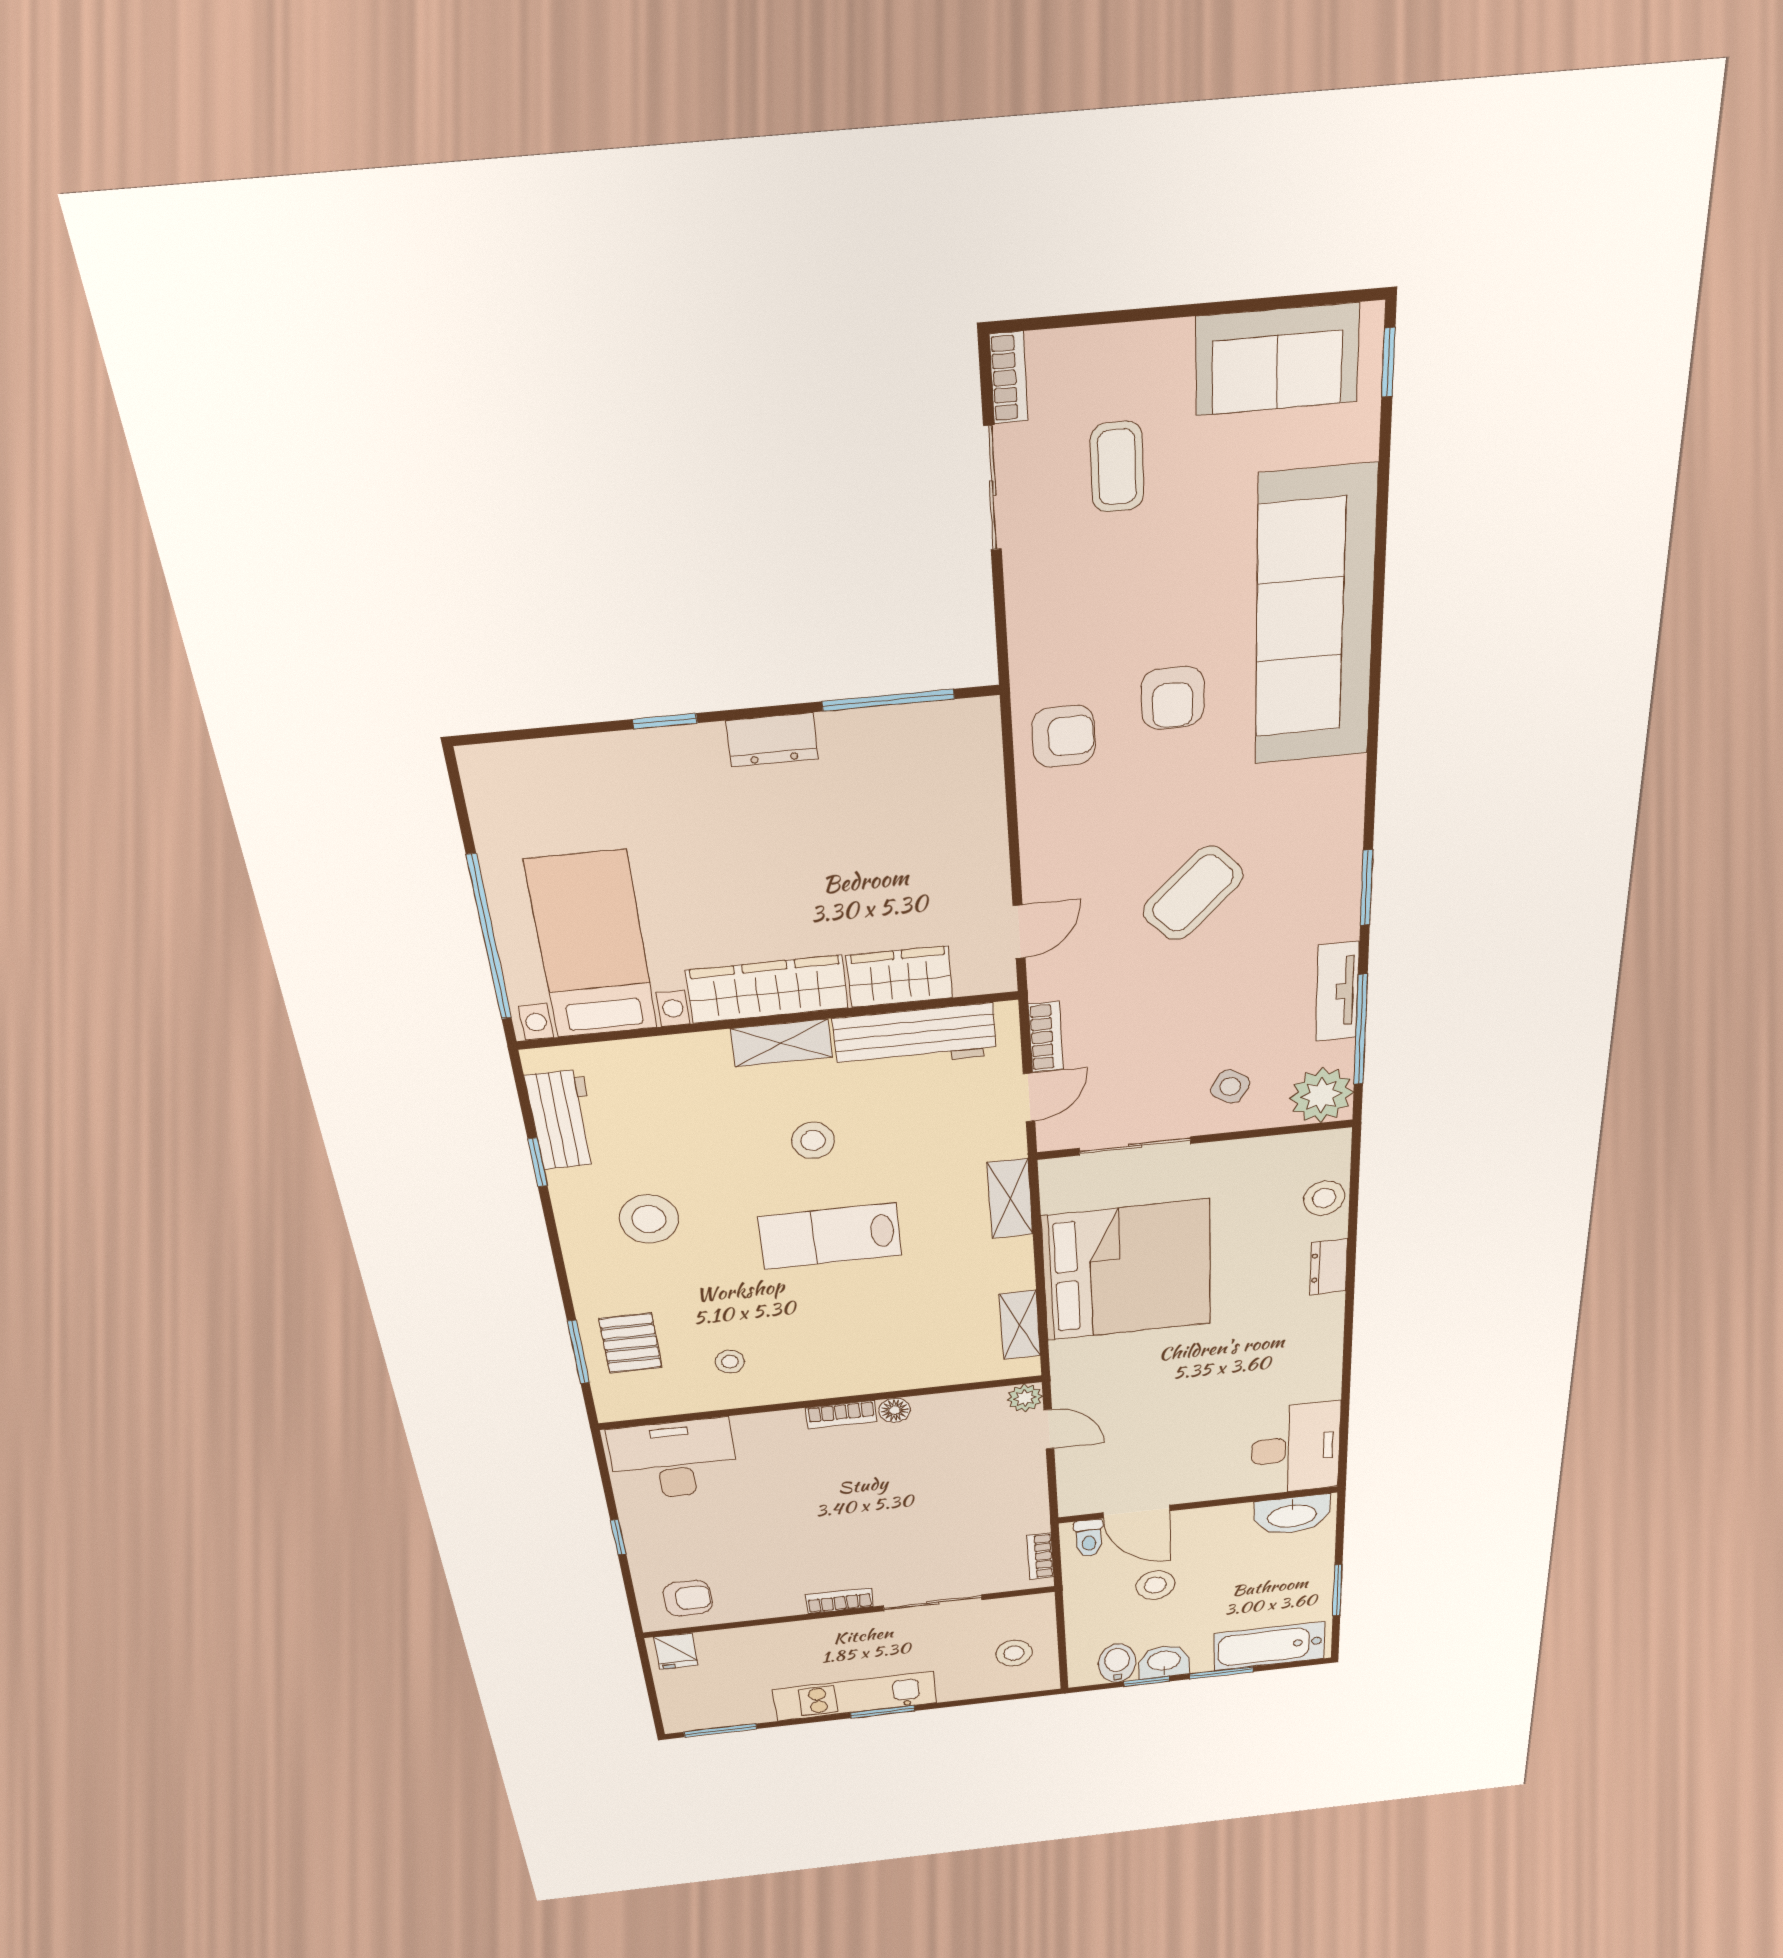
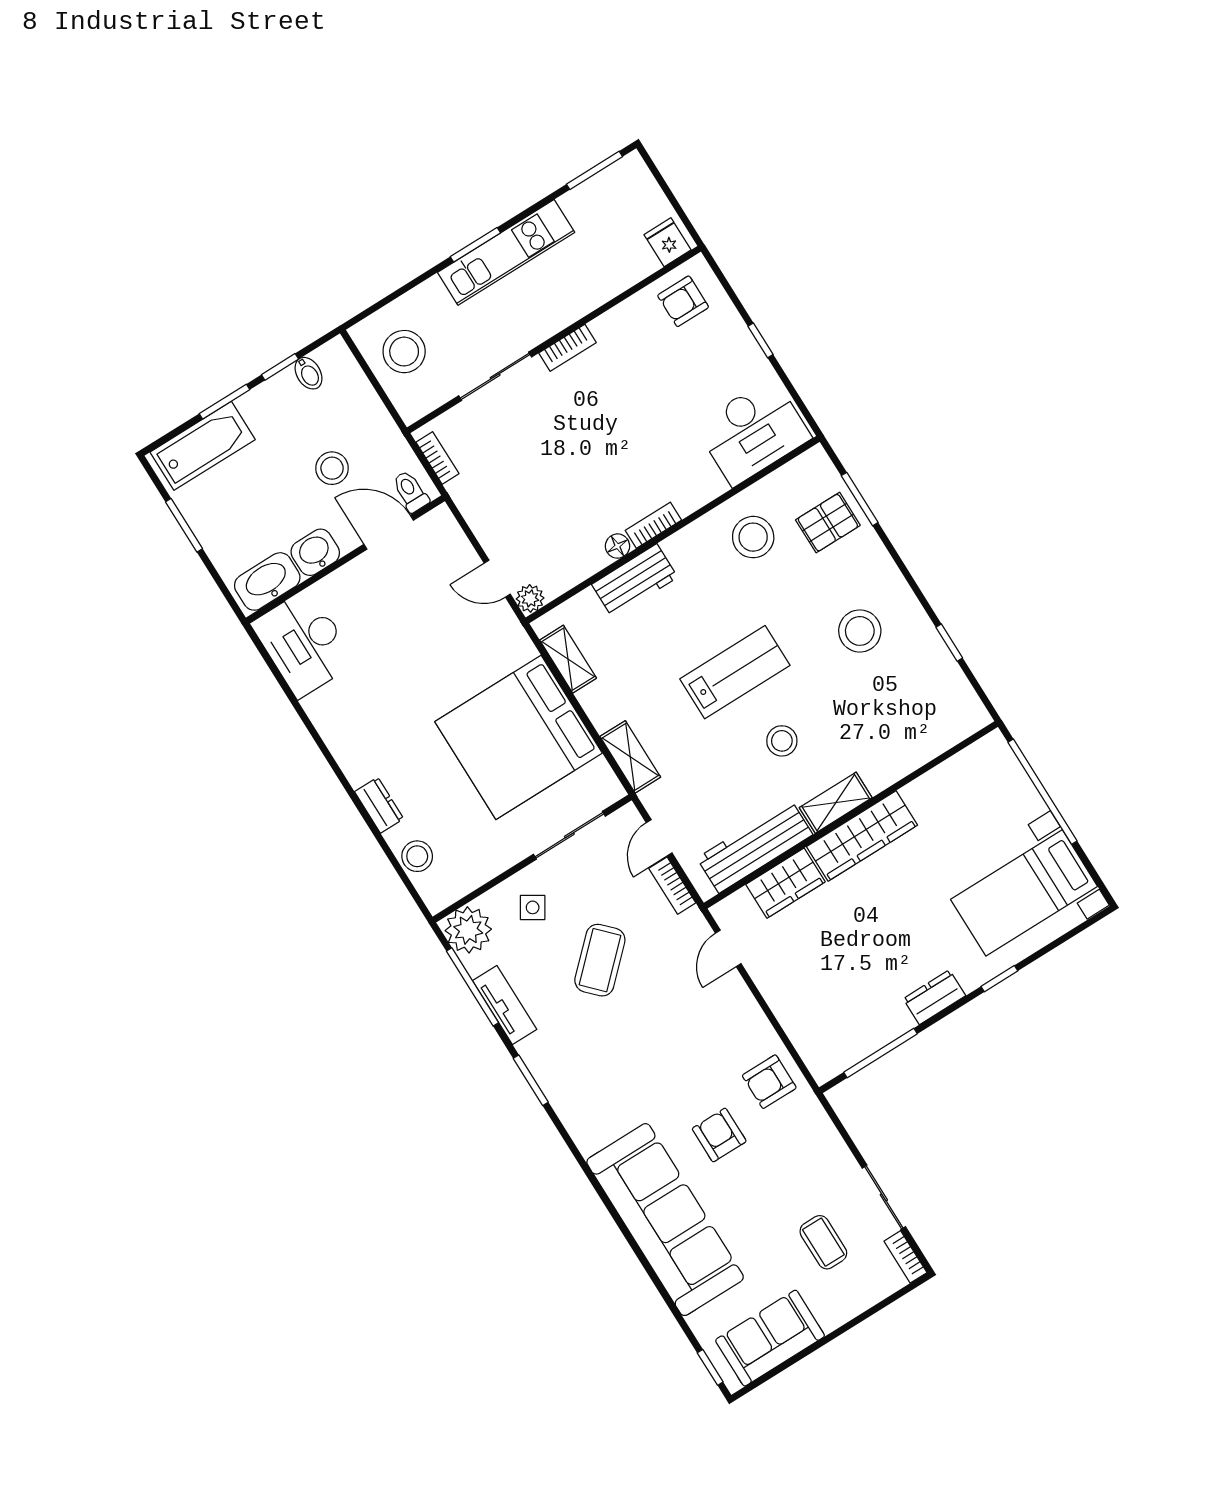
coffee table: (1193, 893) -> (600, 960), moved
bed with nightstands: (592, 945) -> (1024, 893), moved, turned 90
workbench: (563, 1120) -> (635, 581), moved, turned -90
pallet: (630, 1343) -> (828, 523), turned 90
stool: (730, 1362) -> (753, 537), width x1.89, depth x1.89
stool: (1014, 1653) -> (404, 352), width x1.38, depth x1.38
washbasin: (1164, 1662) -> (315, 552), moved, turned 180
bidet: (1117, 1663) -> (309, 373), width x0.72, depth x0.74

